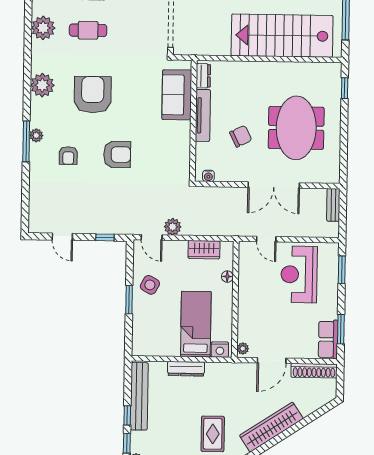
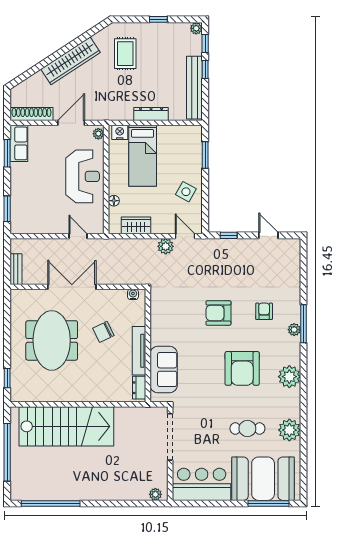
reception desk: (299, 274) -> (83, 176), moved
window: (129, 300) -> (205, 155), moved

